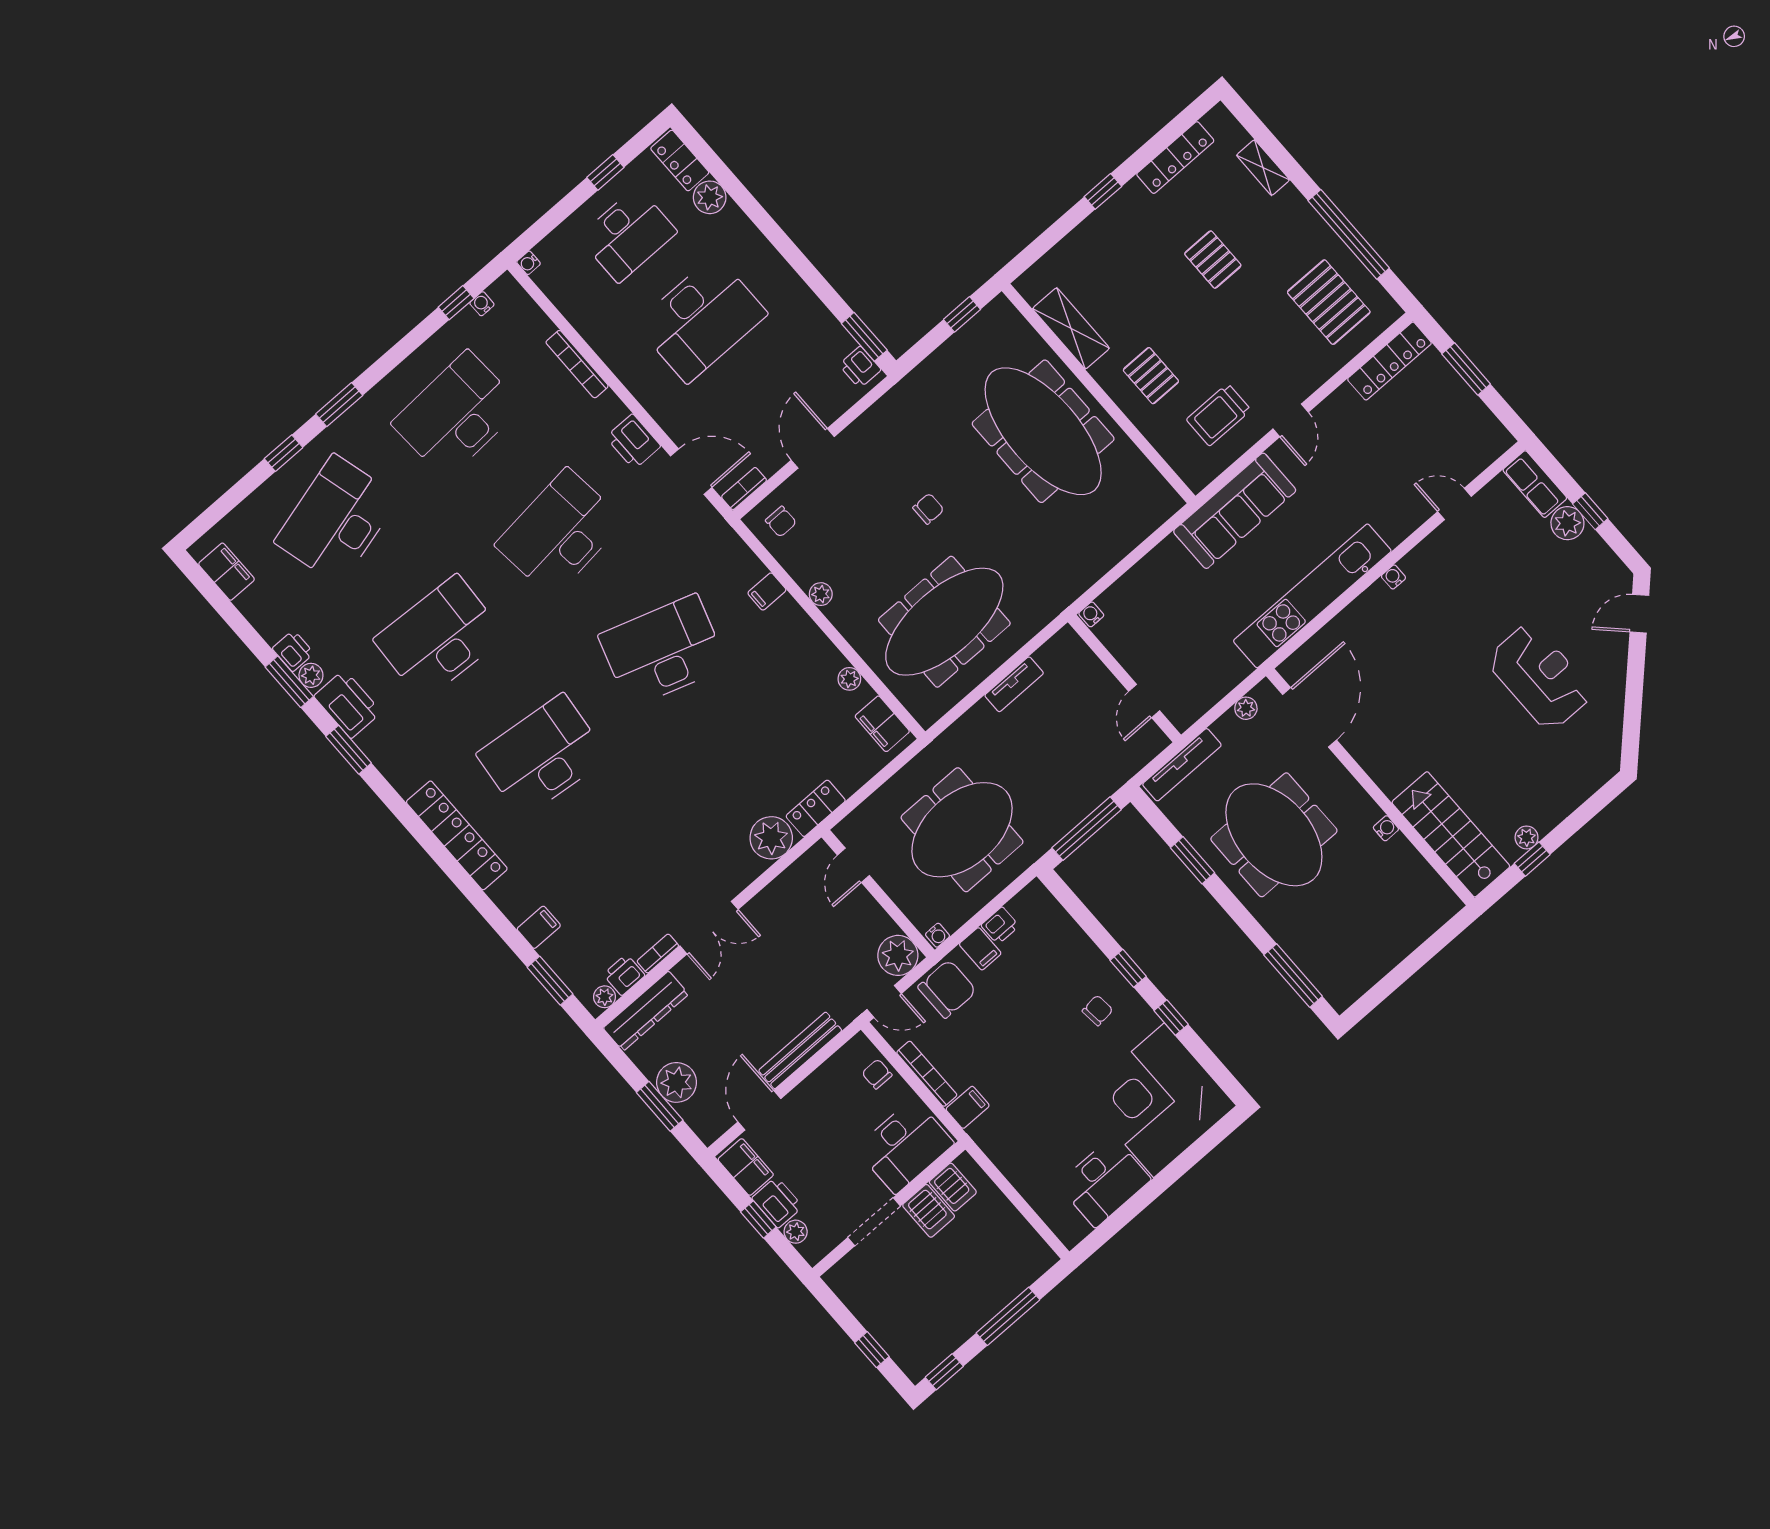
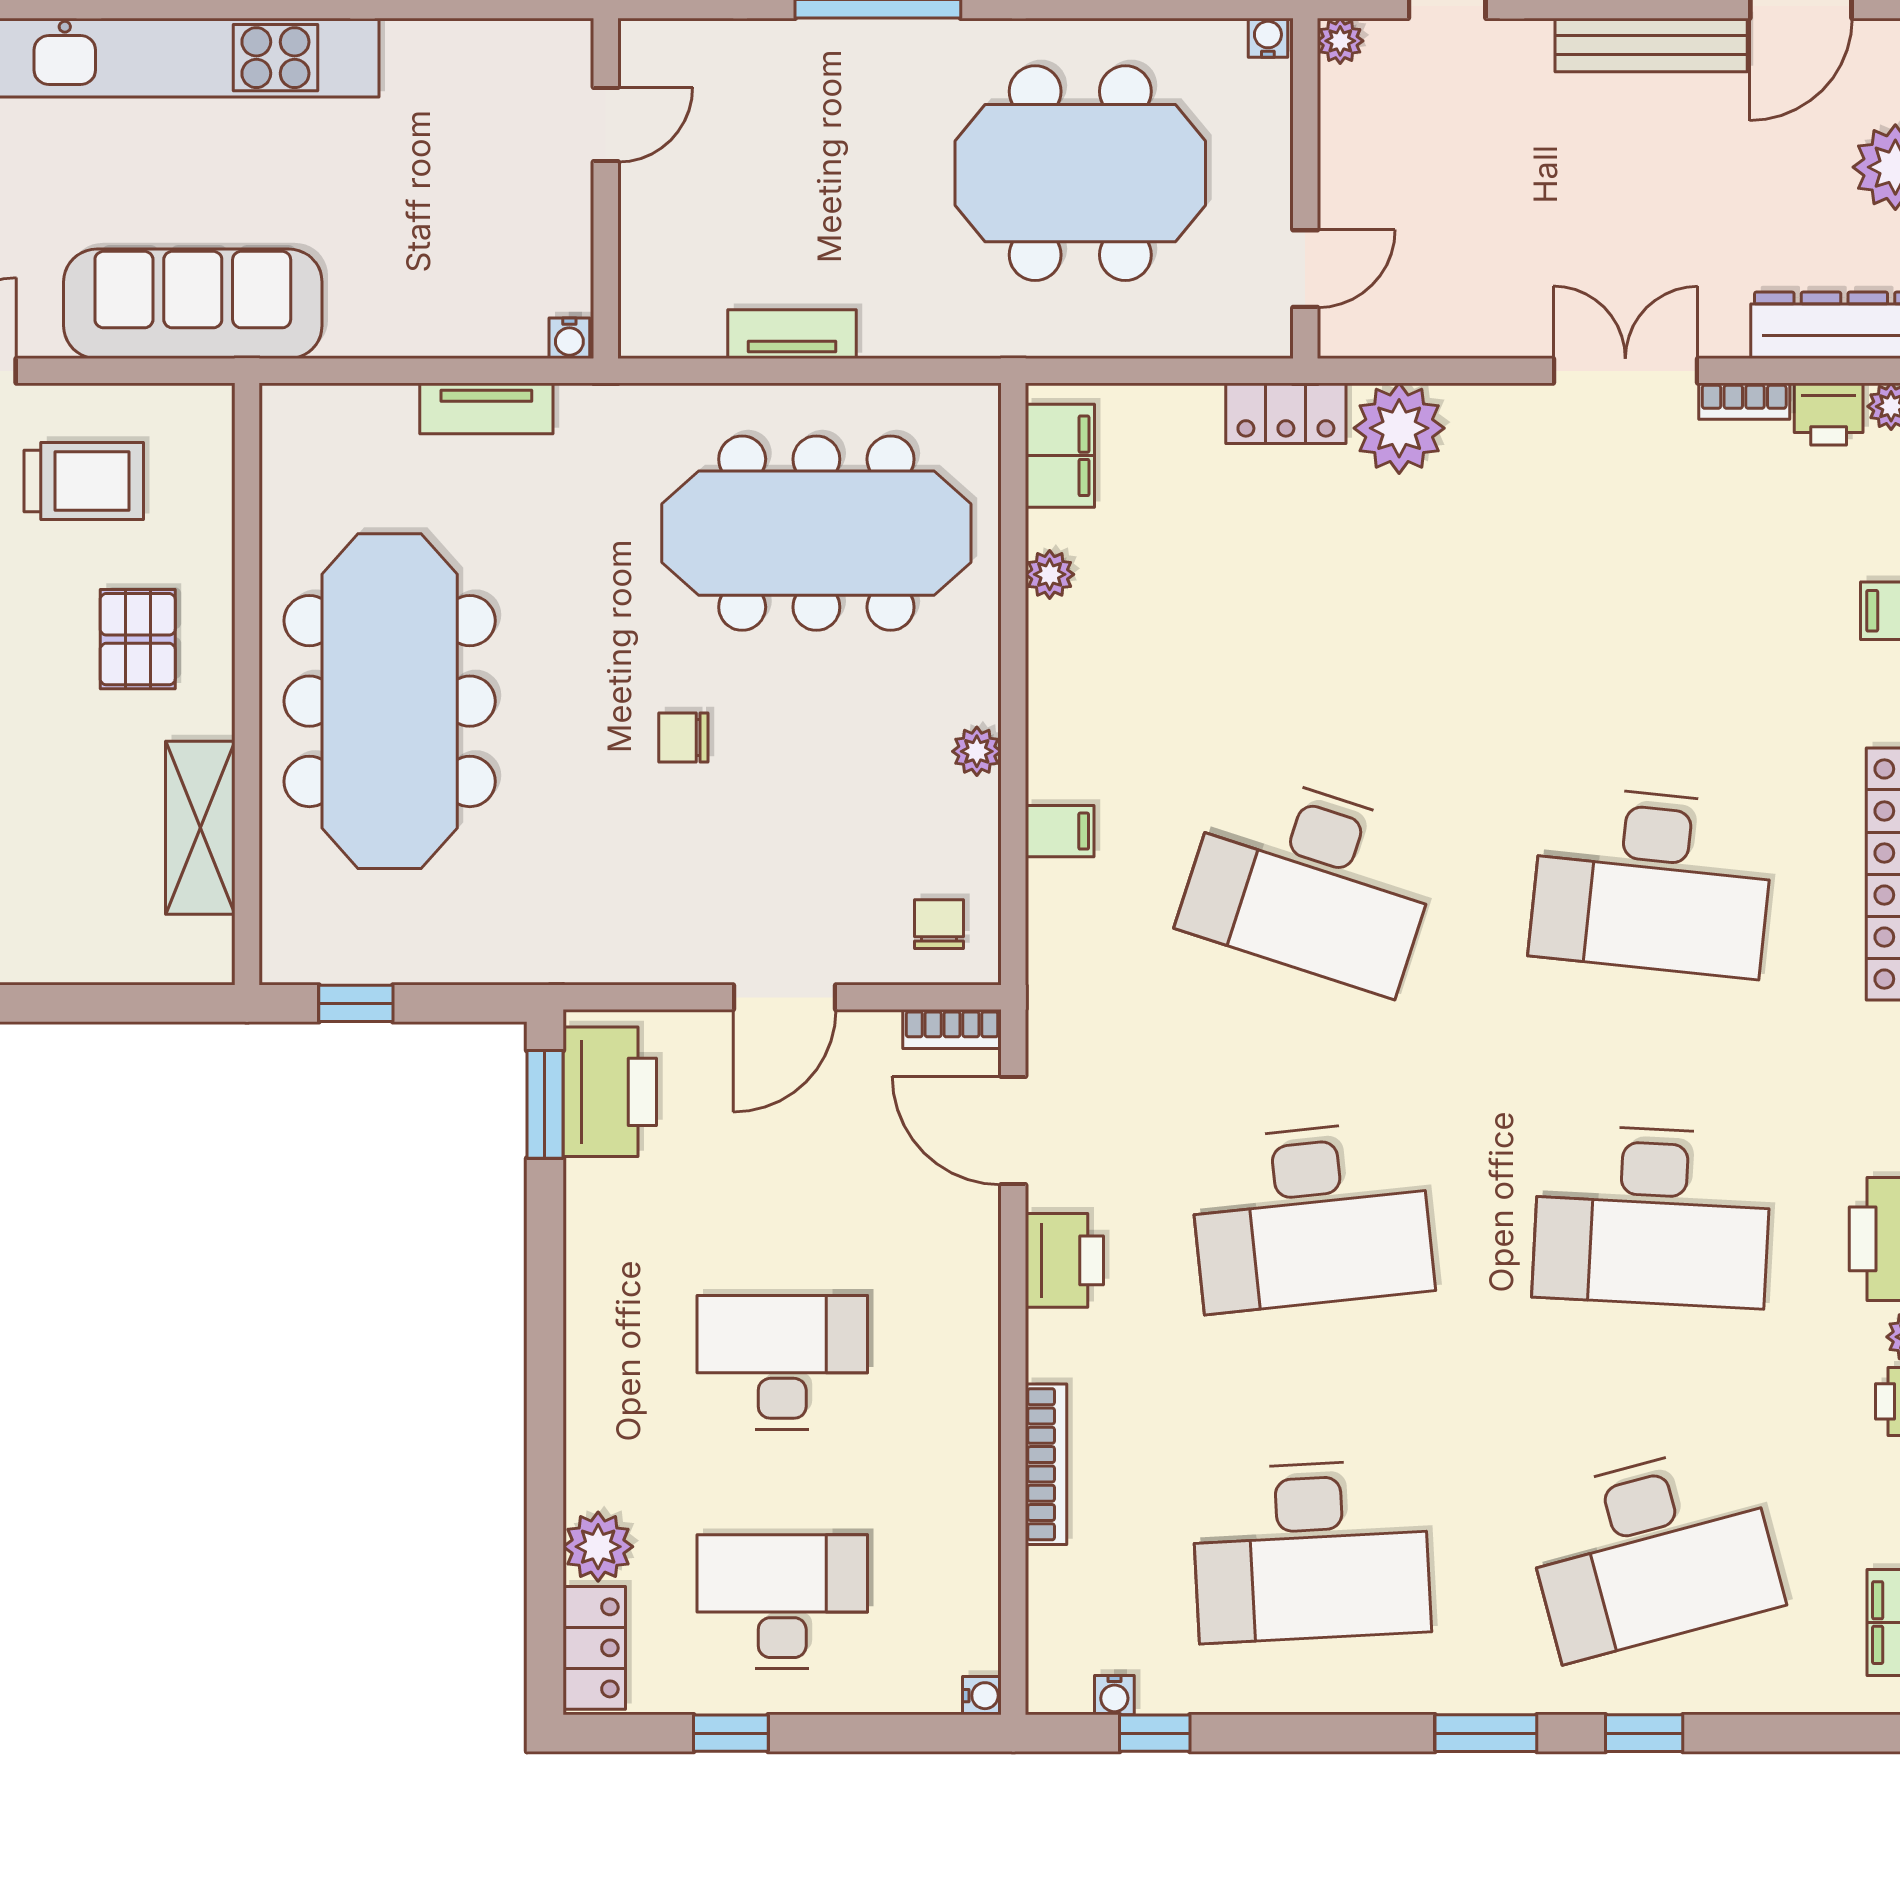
desk: (701, 319) -> (782, 1362), width x0.73, depth x0.77
printer: (860, 367) -> (610, 1092), width x1.87, depth x1.48
tv unit: (1099, 564) -> (486, 408), added
plant: (898, 955) -> (1340, 41), width x0.53, depth x0.53

